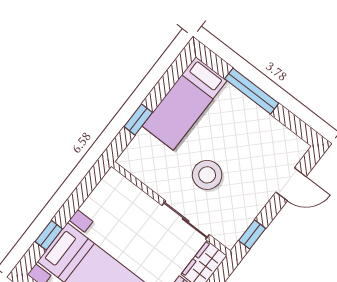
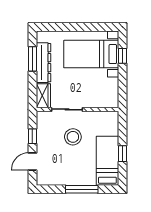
window: (138, 120) -> (122, 154), moved
window: (252, 235) -> (32, 136), moved

